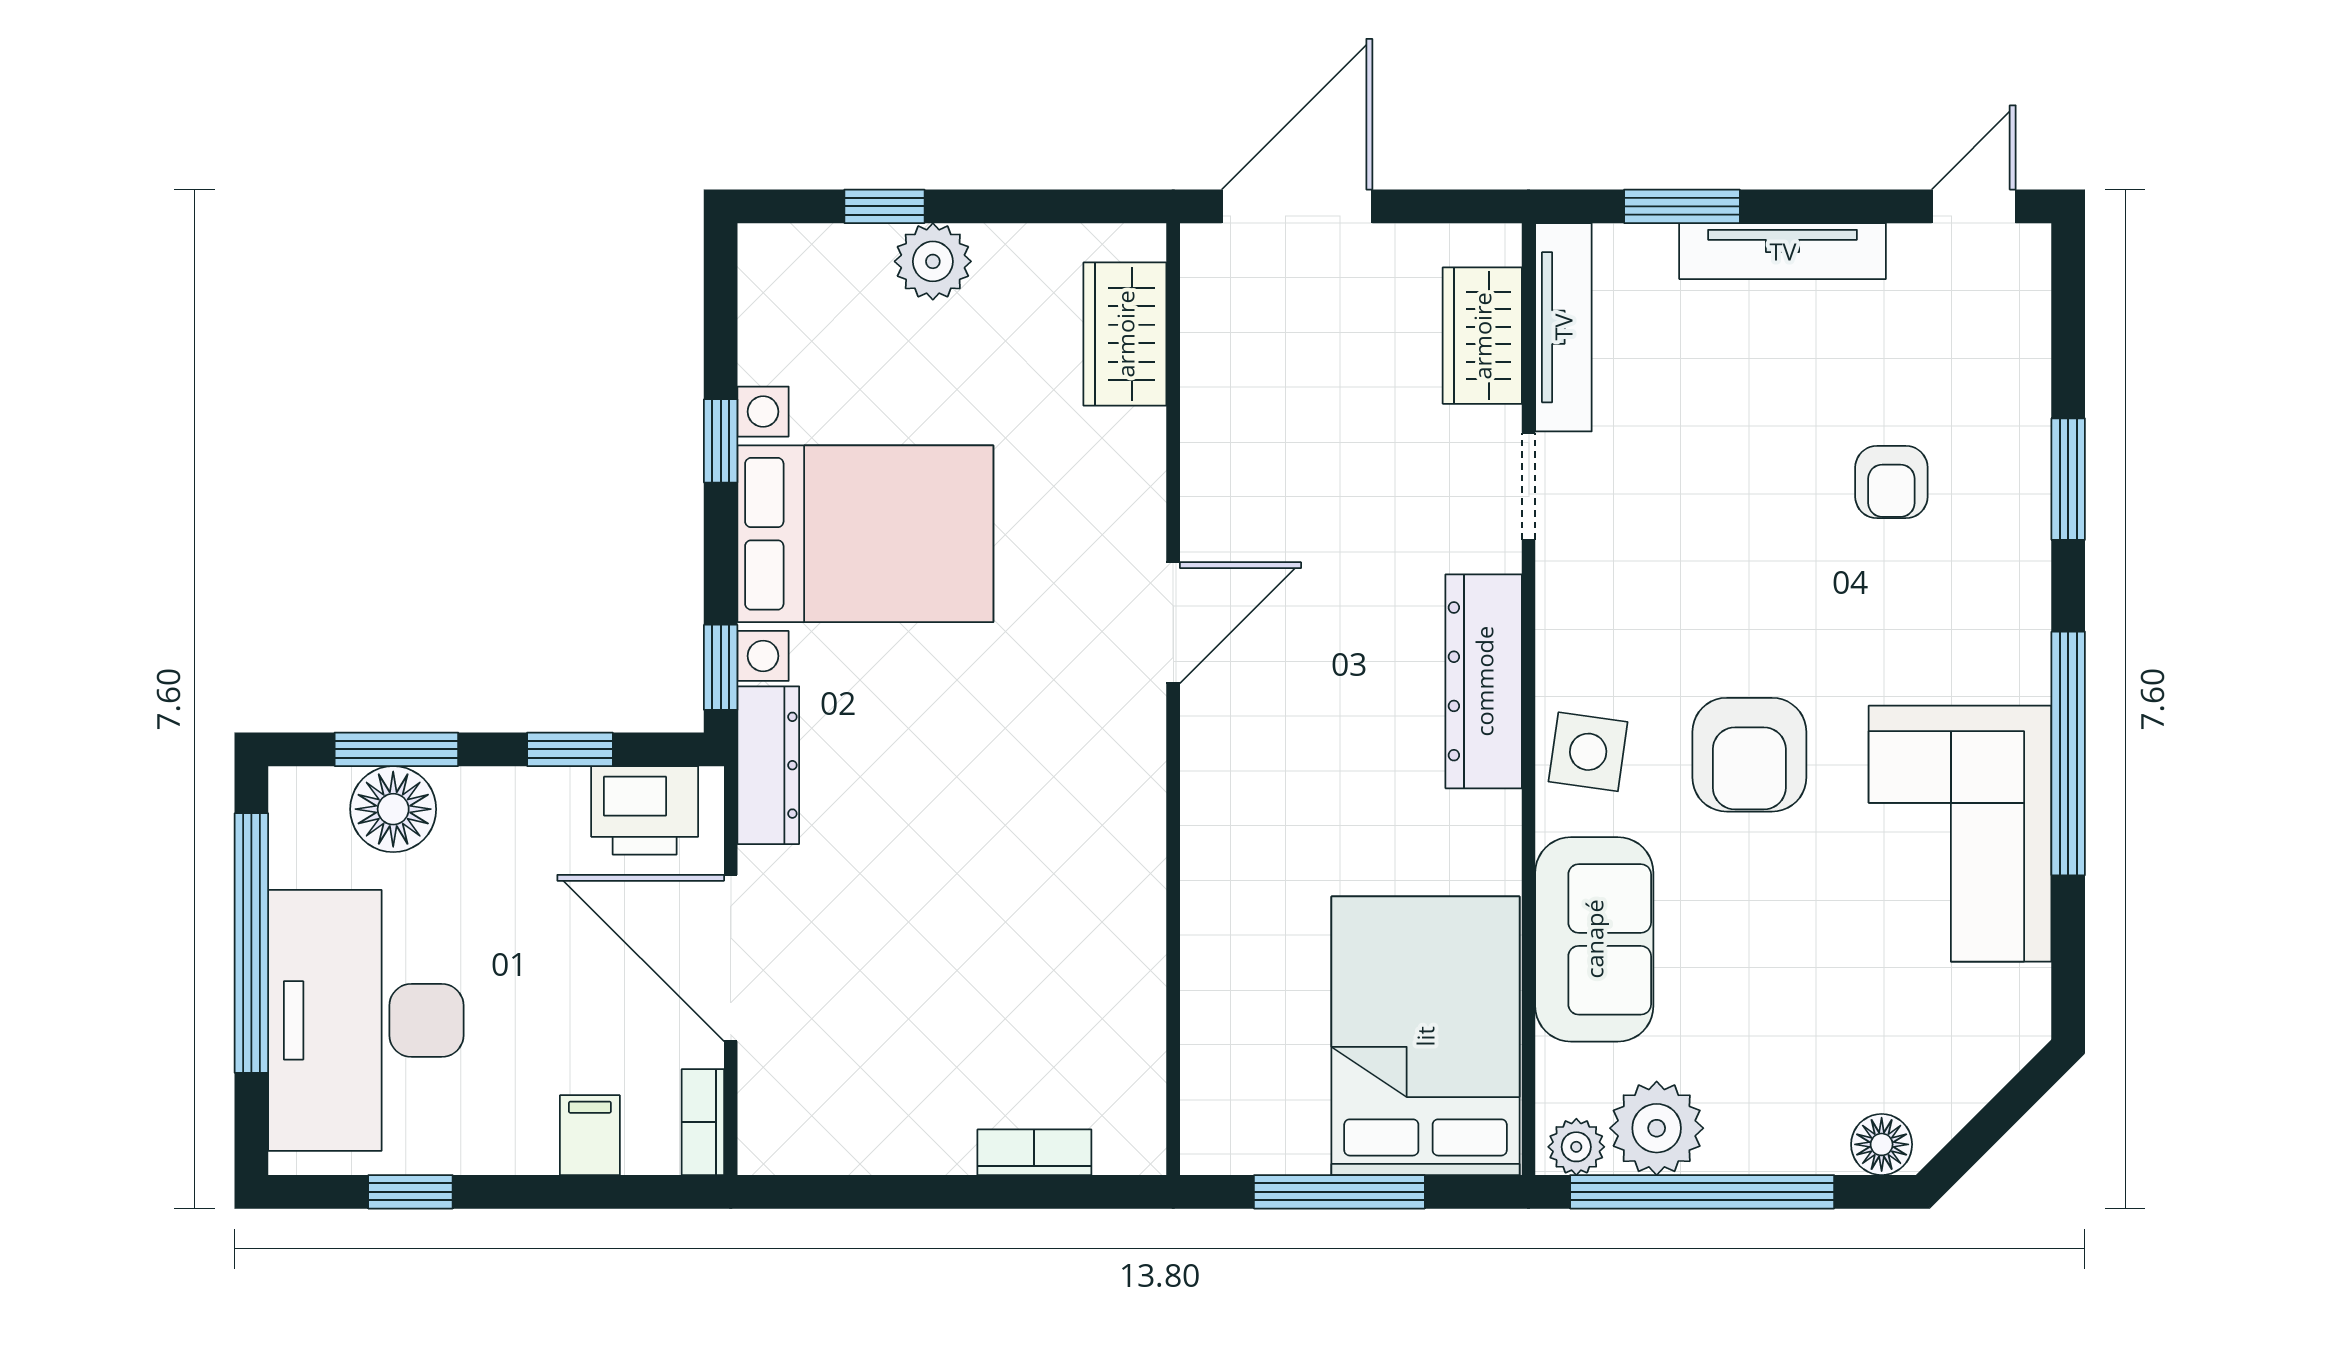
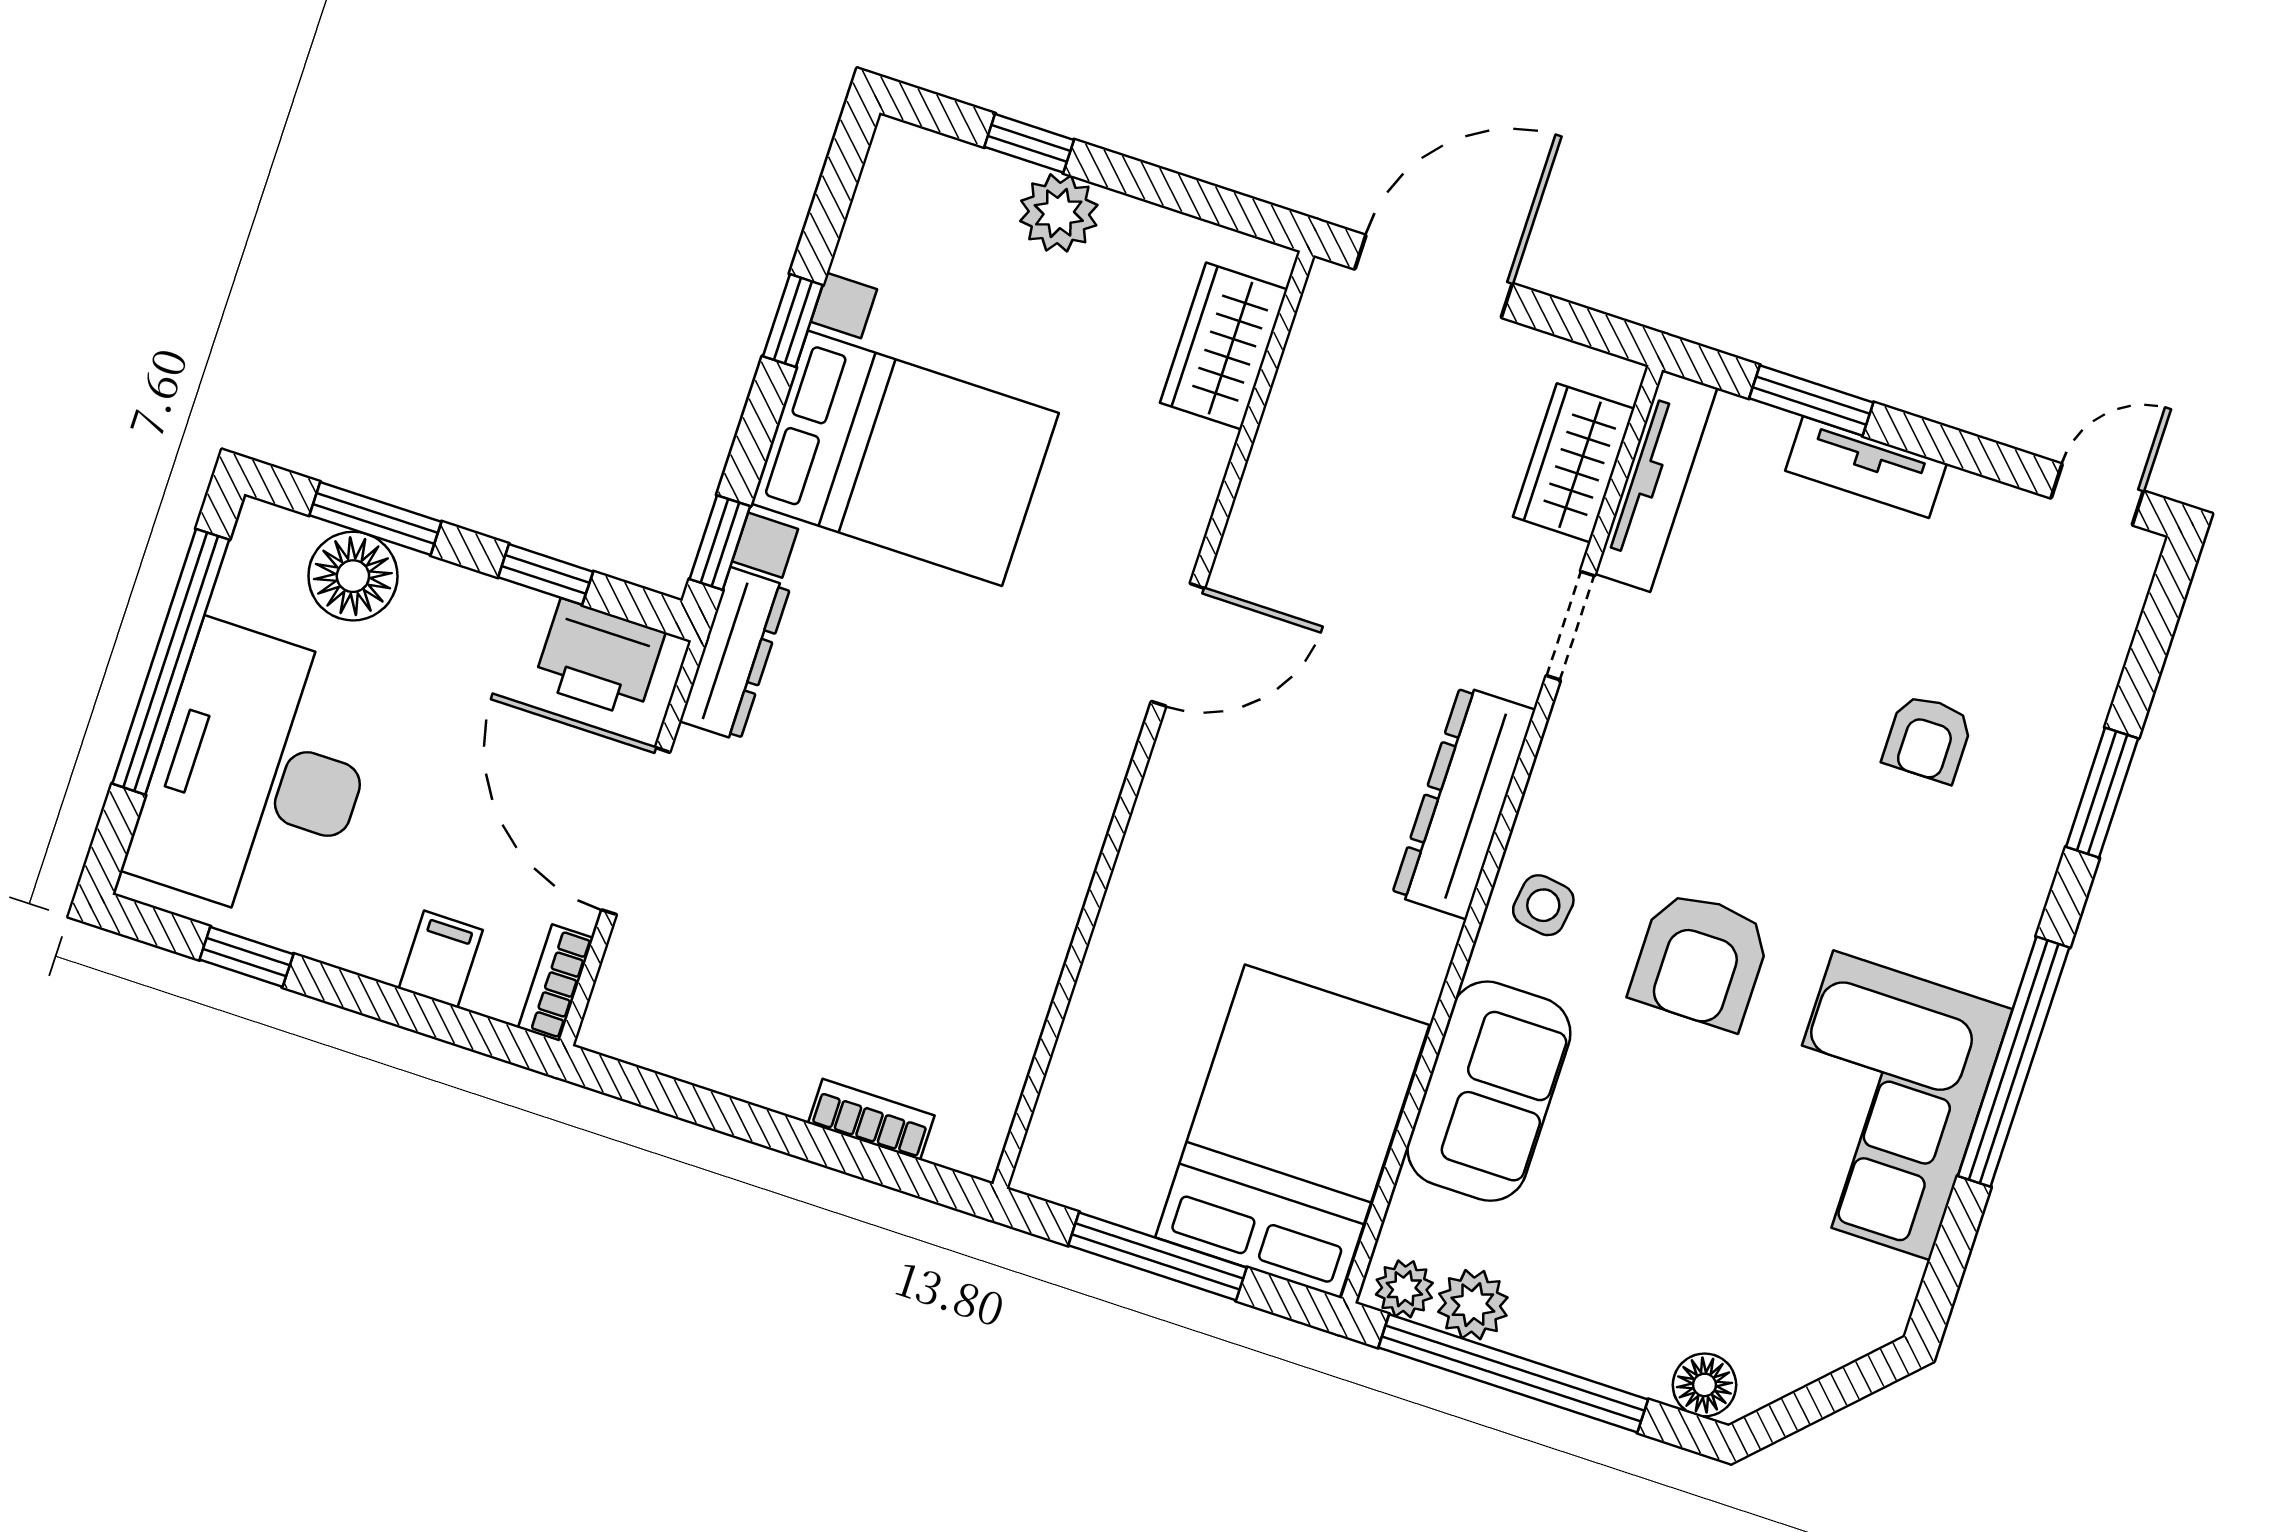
tv unit: (1783, 251) -> (1866, 467), width x0.71
side table: (1588, 752) -> (1543, 905), width x0.73, depth x0.73
plant: (1657, 1128) -> (1473, 1305), width x0.73, depth x0.73

